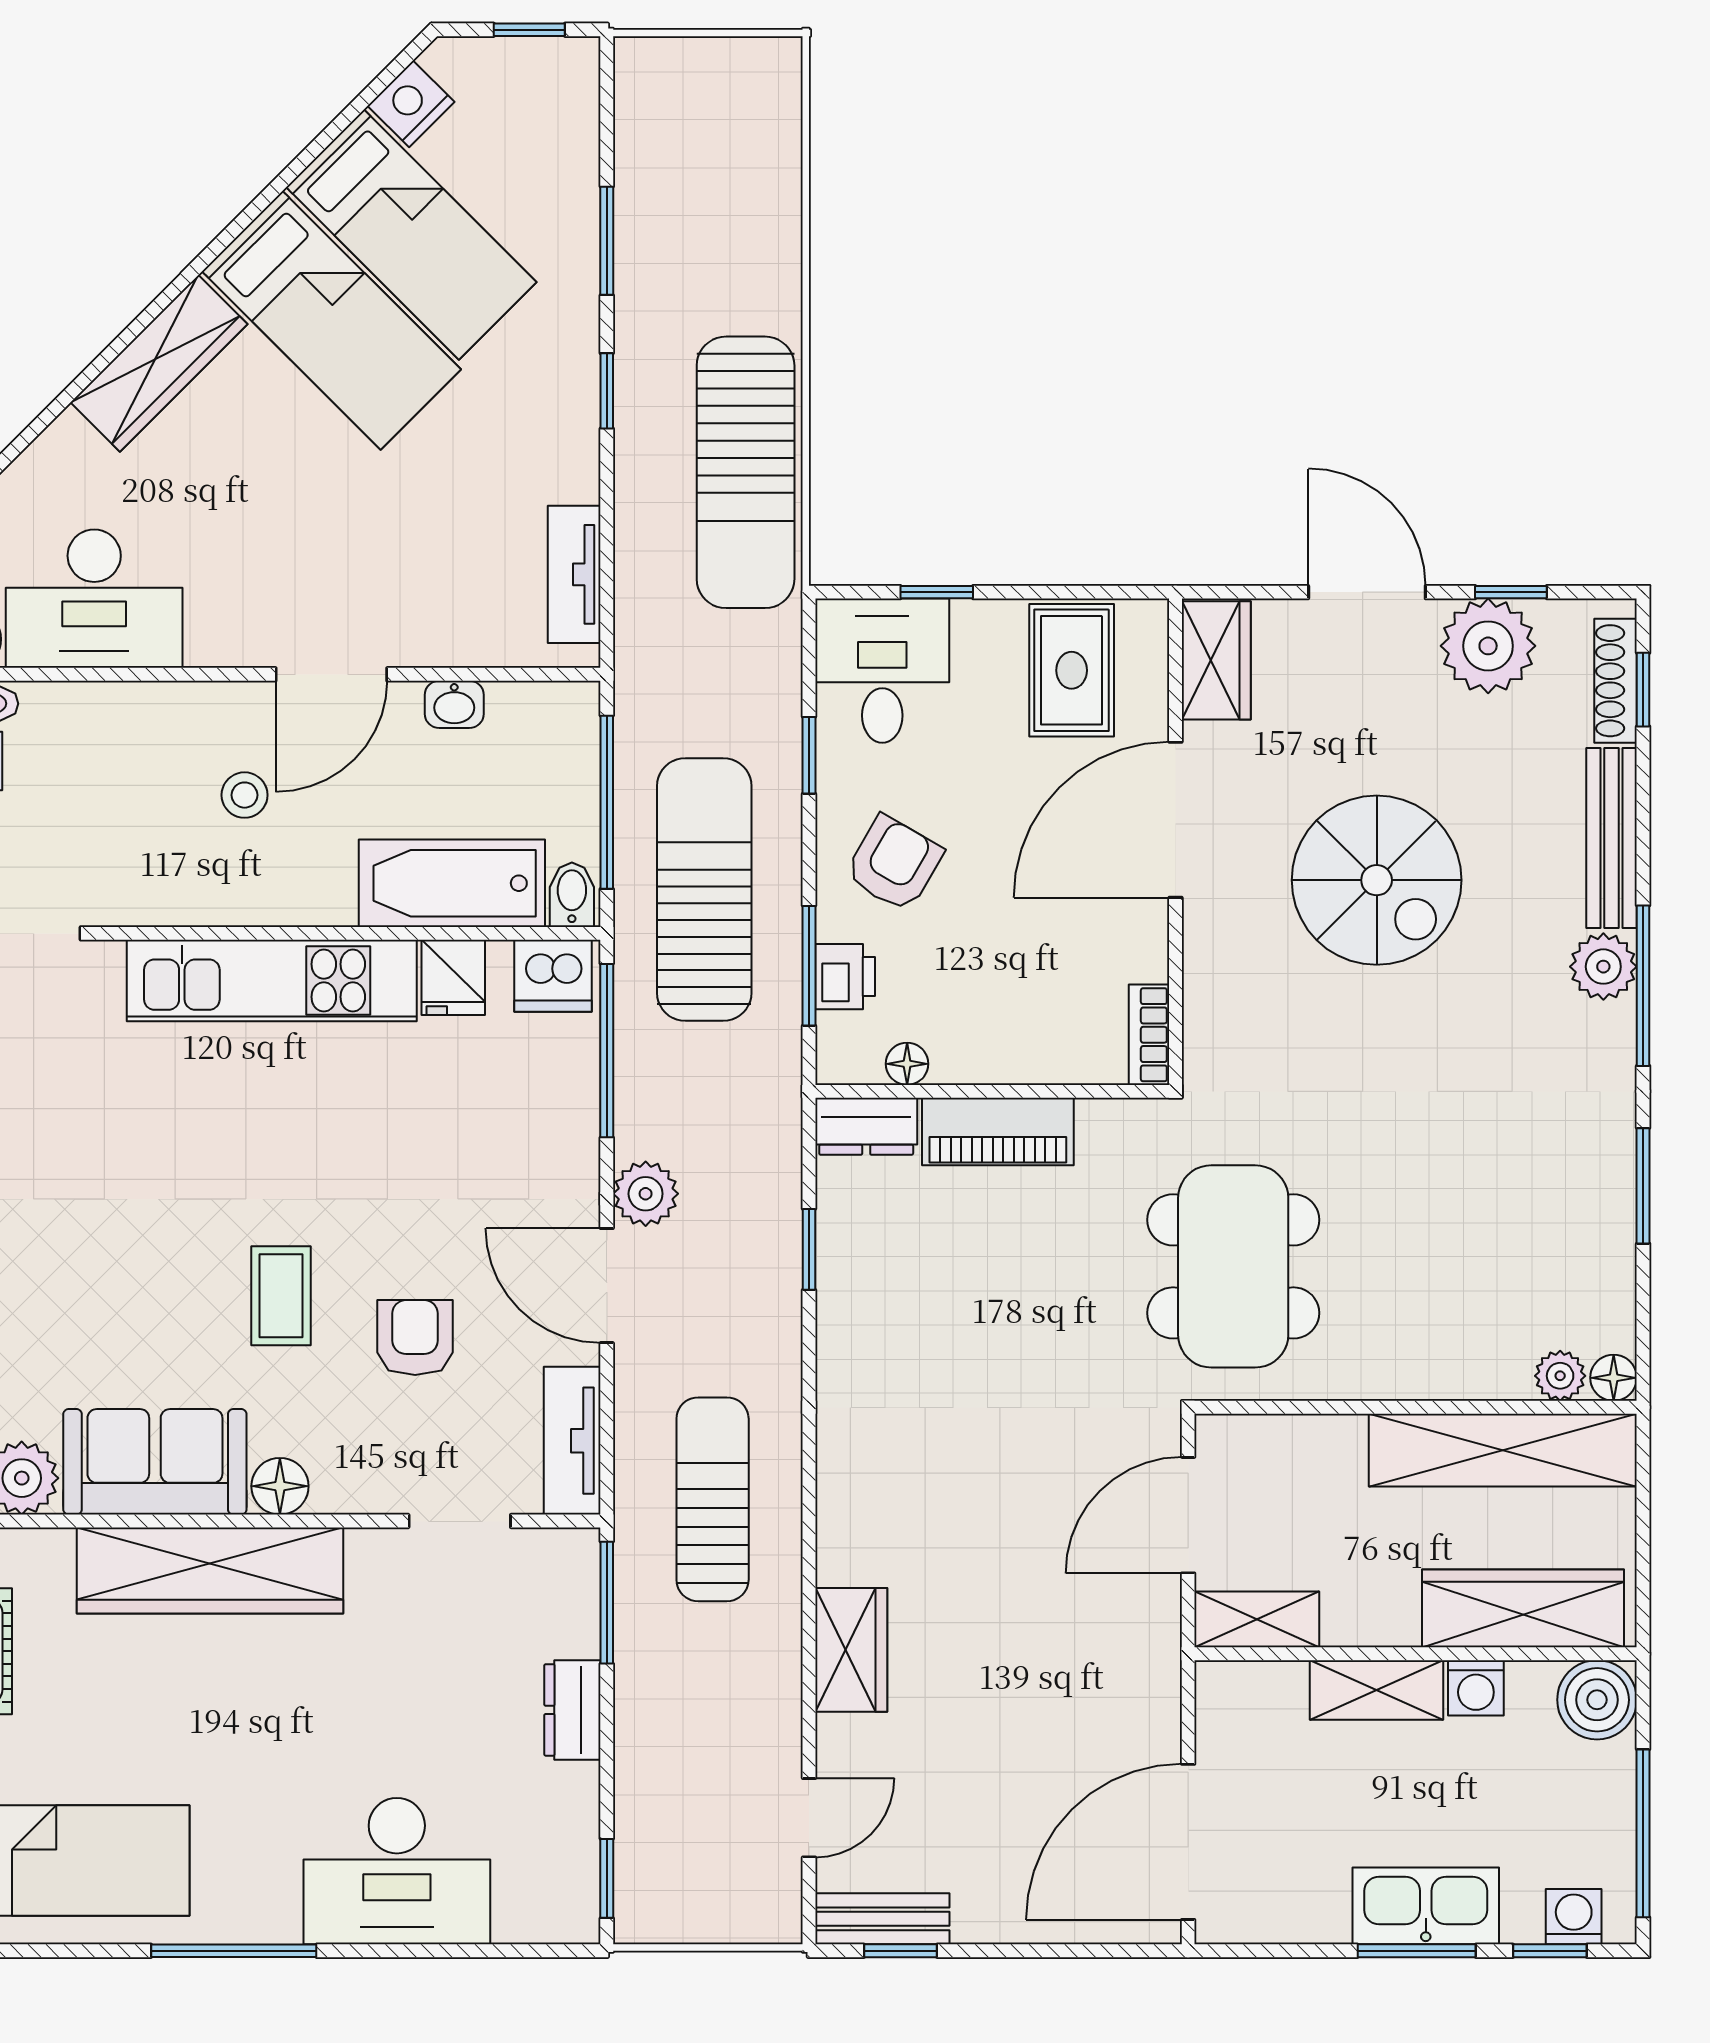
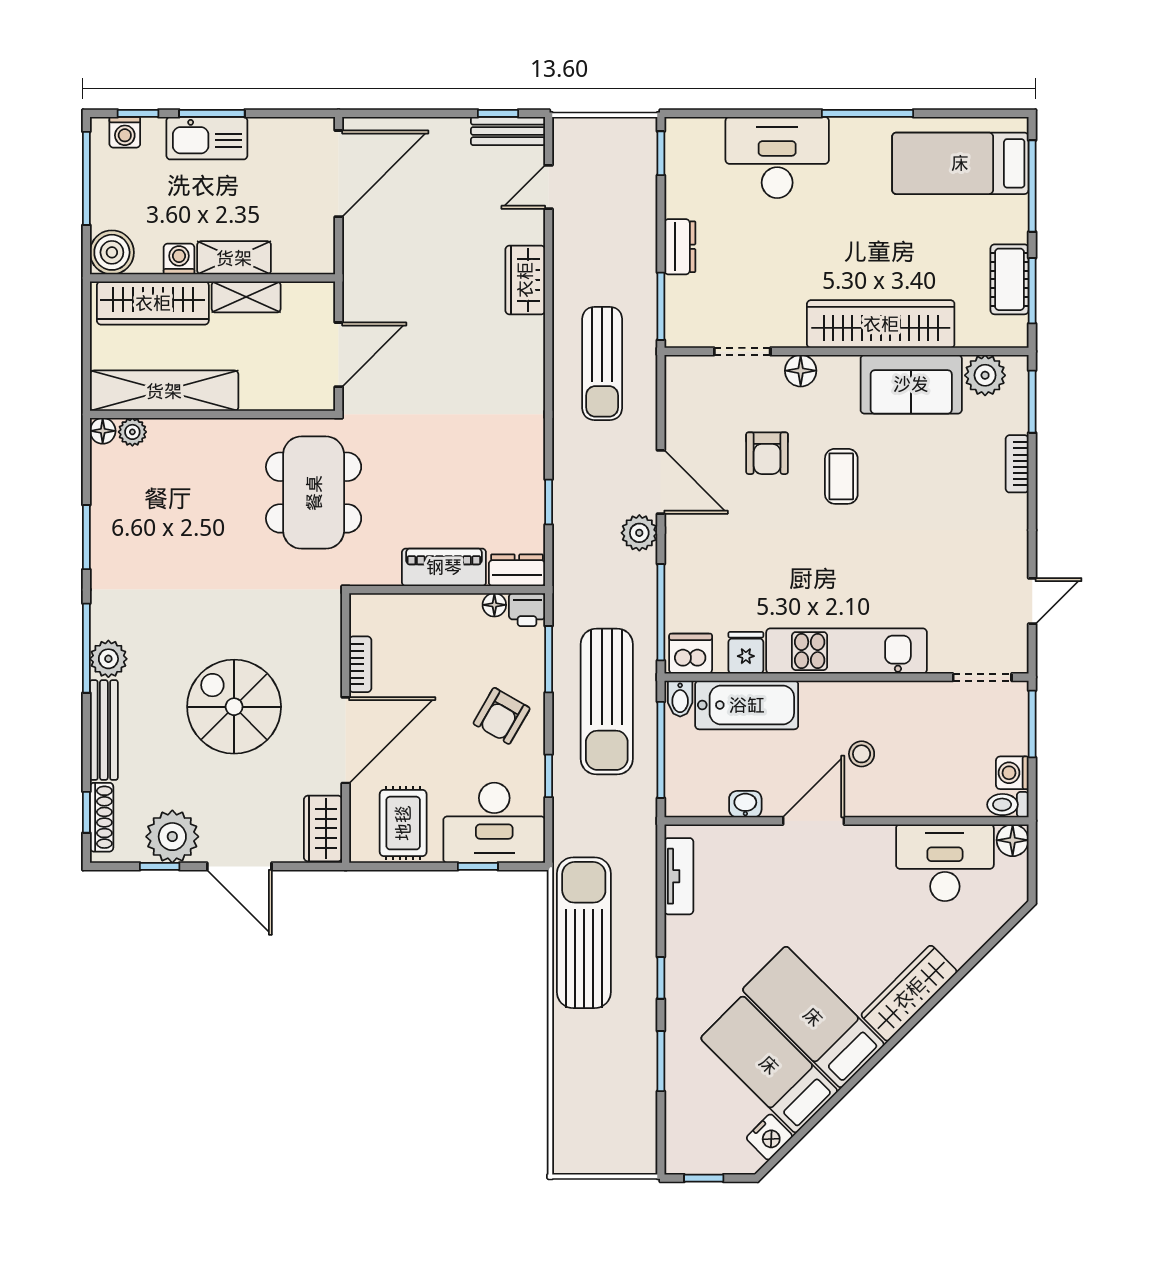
desk: (882, 671) -> (494, 823), width x1.37
printer: (845, 977) -> (527, 610), moved, turned -90
bookcase: (1149, 1035) -> (360, 664), moved
tv unit: (572, 1441) -> (680, 396), removed
floor lamp: (280, 1486) -> (801, 371), moved
shelving: (1257, 1619) -> (246, 297), moved

